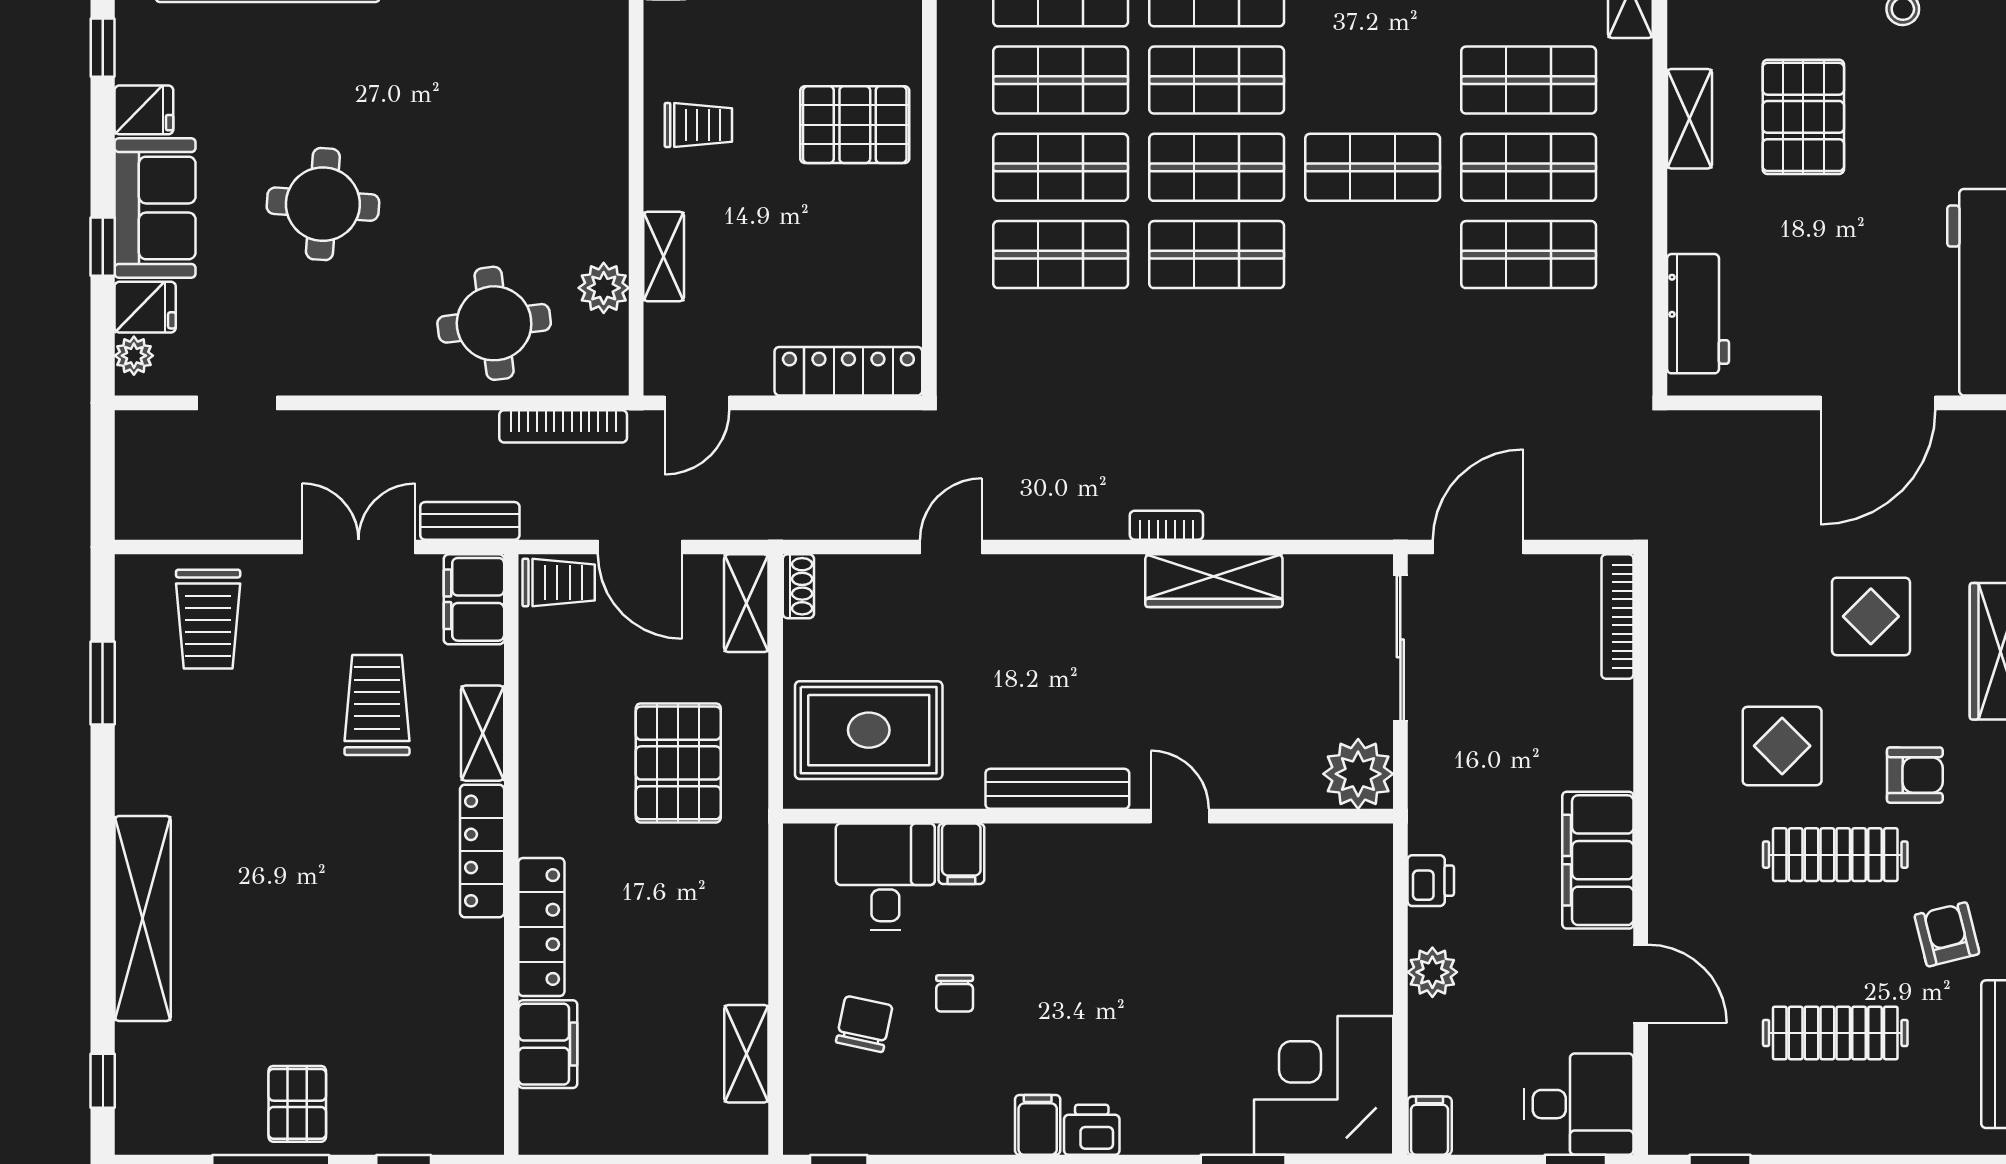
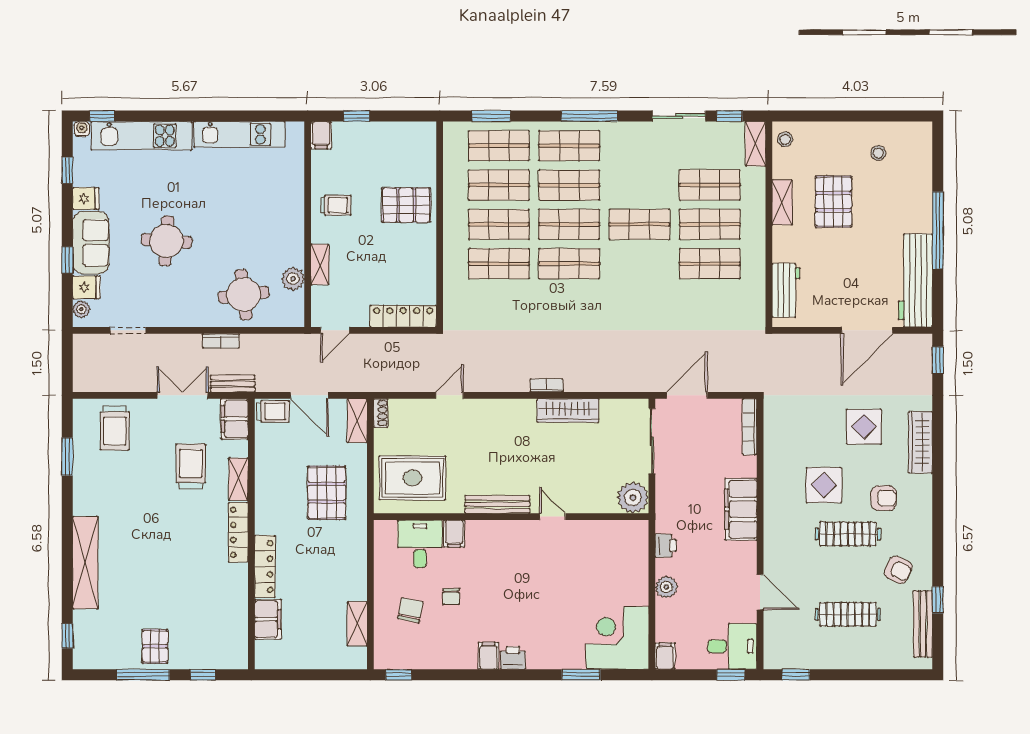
bookcase: (563, 426) -> (221, 341), moved, width x0.64
filing cabinet: (1598, 860) -> (741, 509), moved
armchair: (1947, 934) -> (898, 570), turned 130

